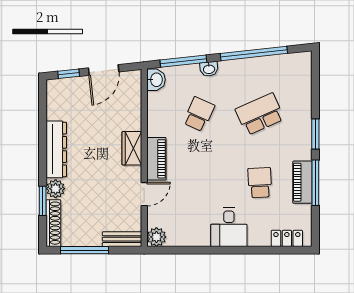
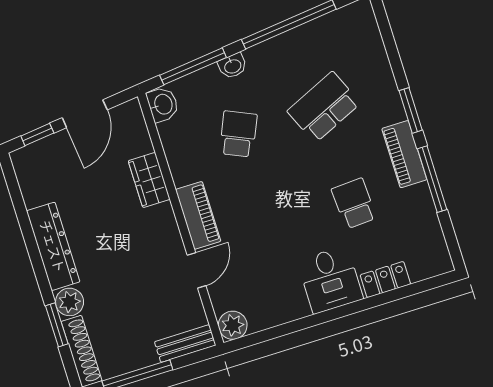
wardrobe: (132, 148) -> (149, 180), moved
piano: (302, 182) -> (404, 154), moved
locker: (287, 238) -> (385, 280), moved

